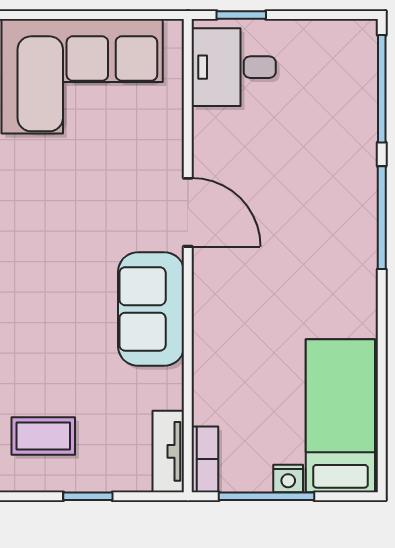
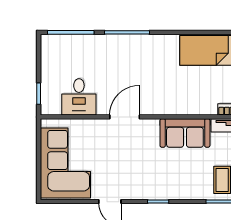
desk: (234, 67) -> (79, 97), moved
sofa: (151, 309) -> (185, 133), moved

